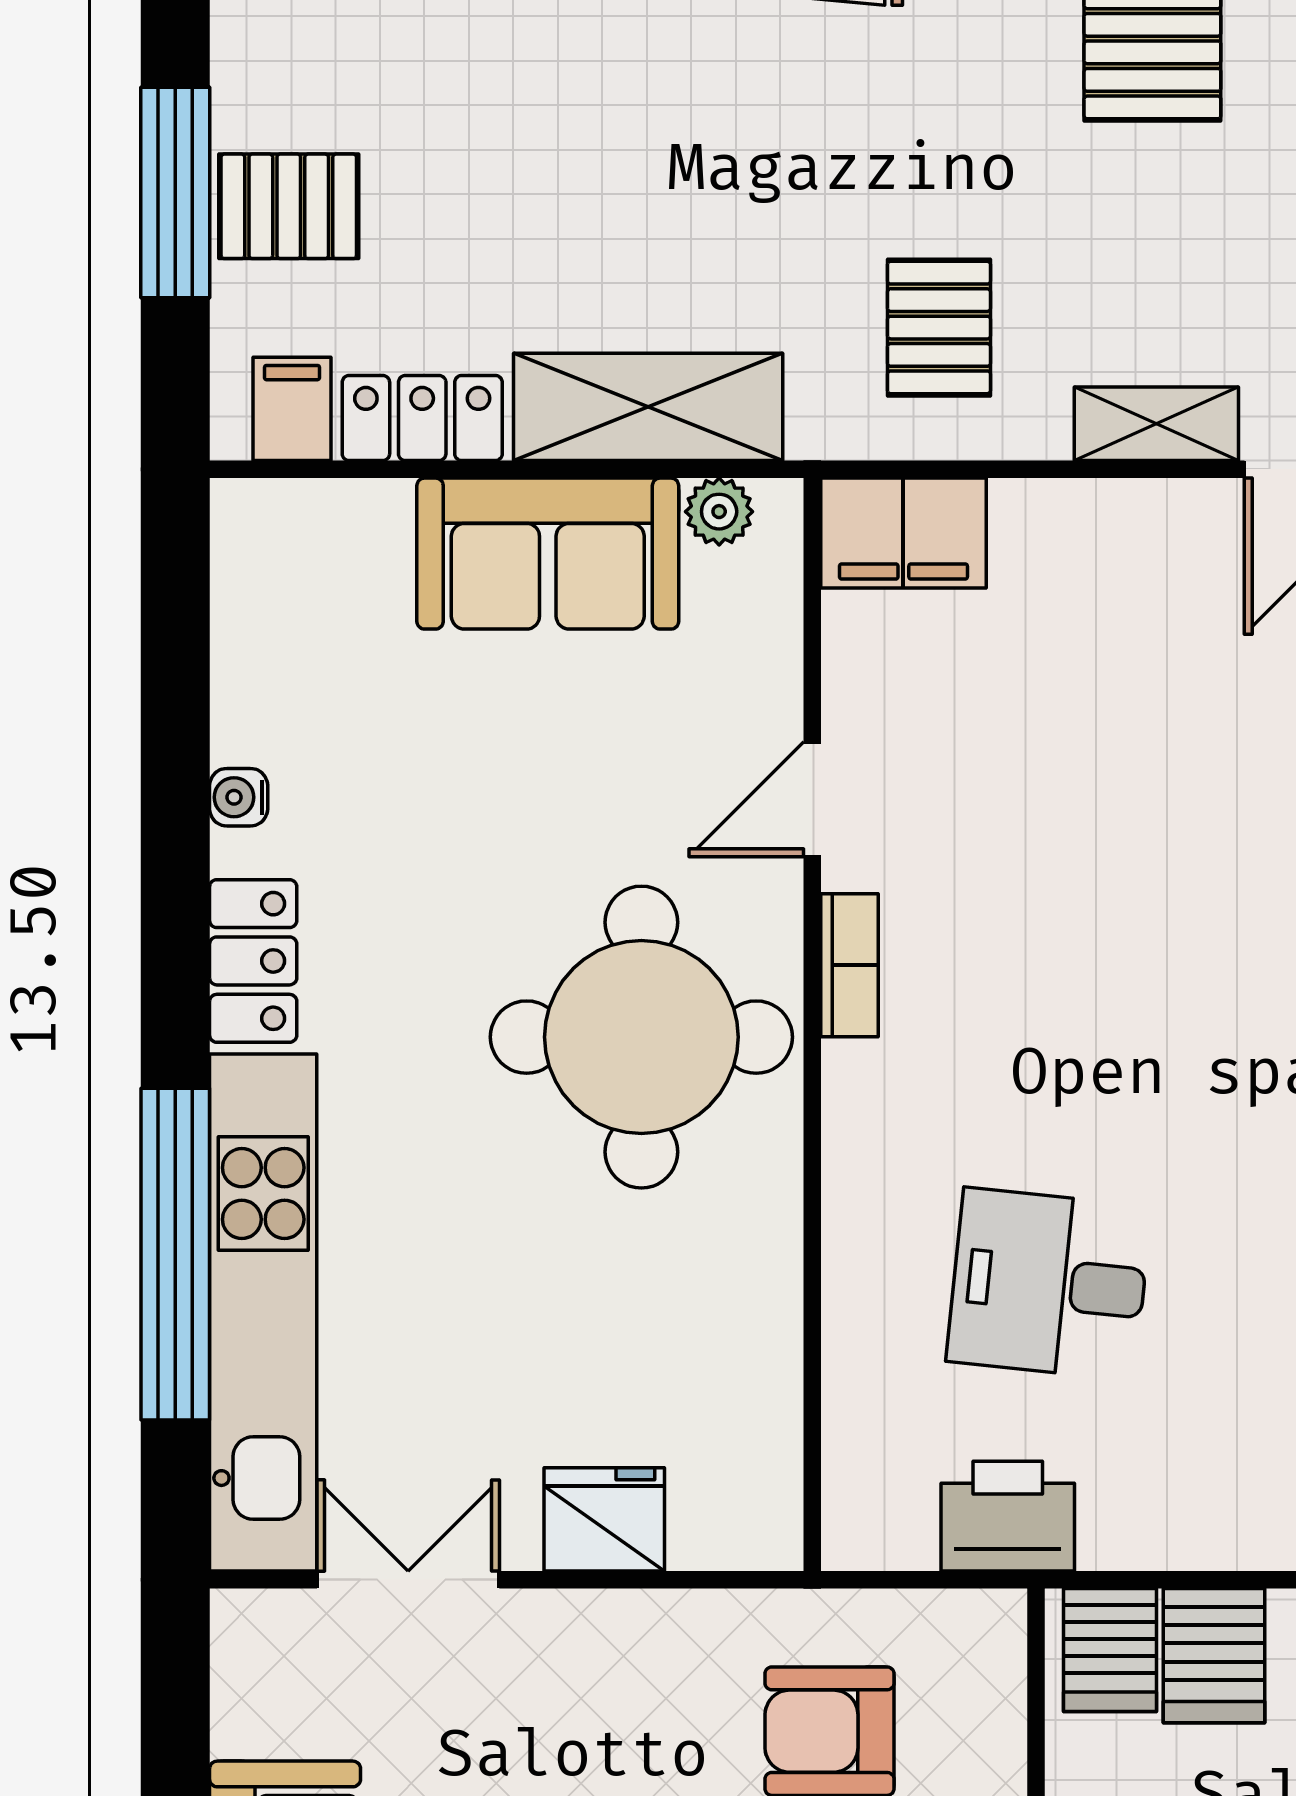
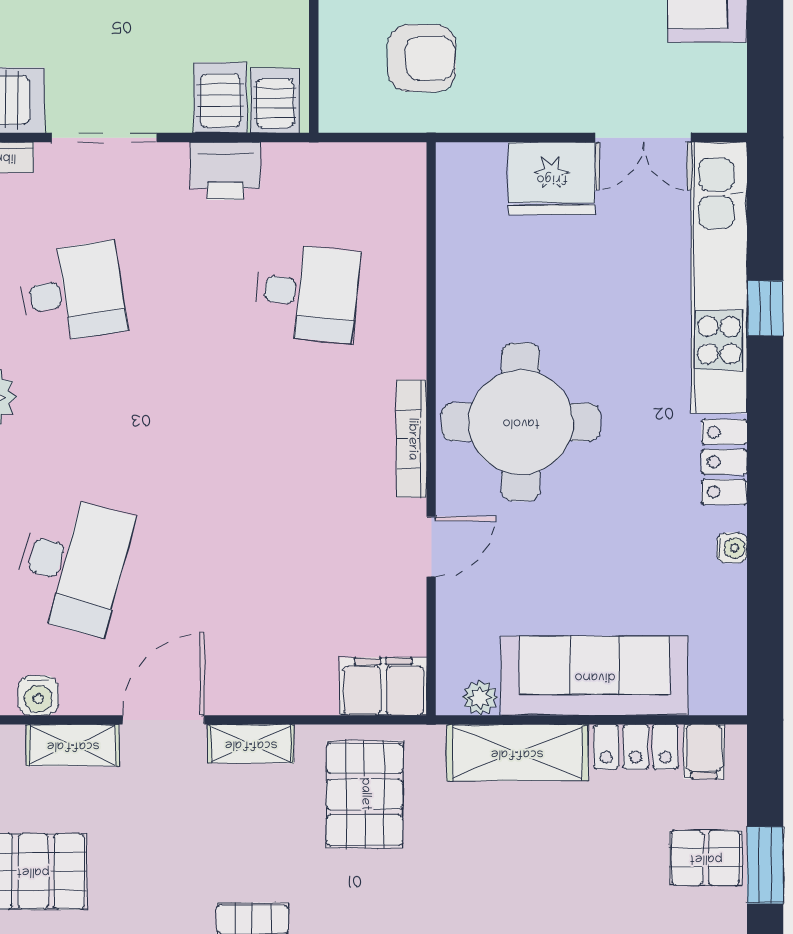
window: (175, 192) -> (765, 865), width x0.69
pallet: (939, 328) -> (365, 794), width x1.50, depth x1.42
sofa: (548, 554) -> (595, 676), width x1.36
bookcase: (850, 965) -> (412, 439), width x1.56
window: (175, 1254) -> (765, 308), width x0.32
printer: (1008, 1516) -> (225, 171), moved
fridge: (604, 1519) -> (552, 178), width x1.36, depth x1.34

